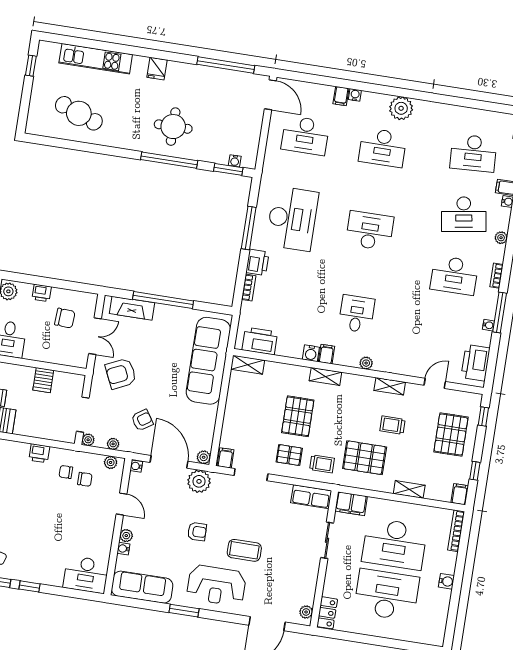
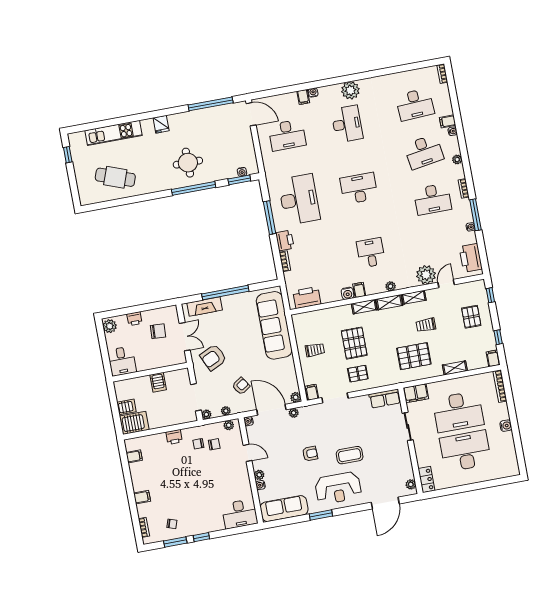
desk: (383, 148) -> (347, 124), turned -90
plant: (414, 364) -> (426, 275), added
shelving: (248, 365) -> (389, 302), moved
pallet: (451, 434) -> (471, 317), width x0.67, depth x0.71
trolley: (322, 464) -> (315, 350), moved
plant: (199, 481) -> (294, 413), width x0.53, depth x0.53

